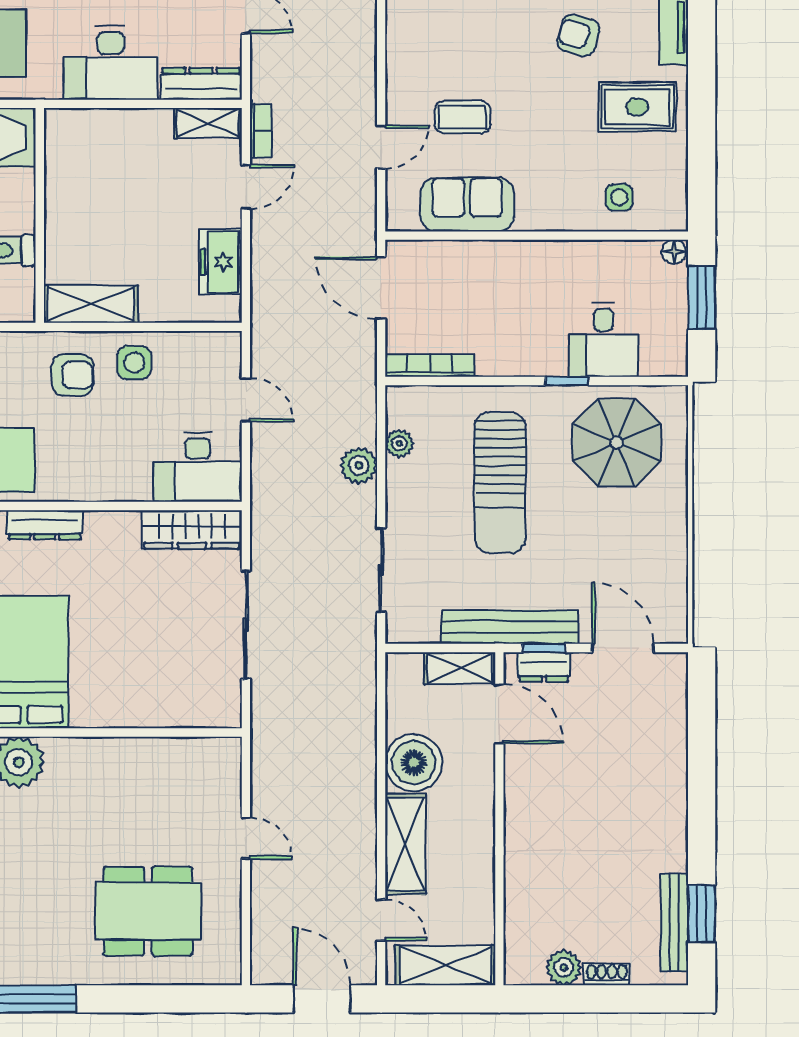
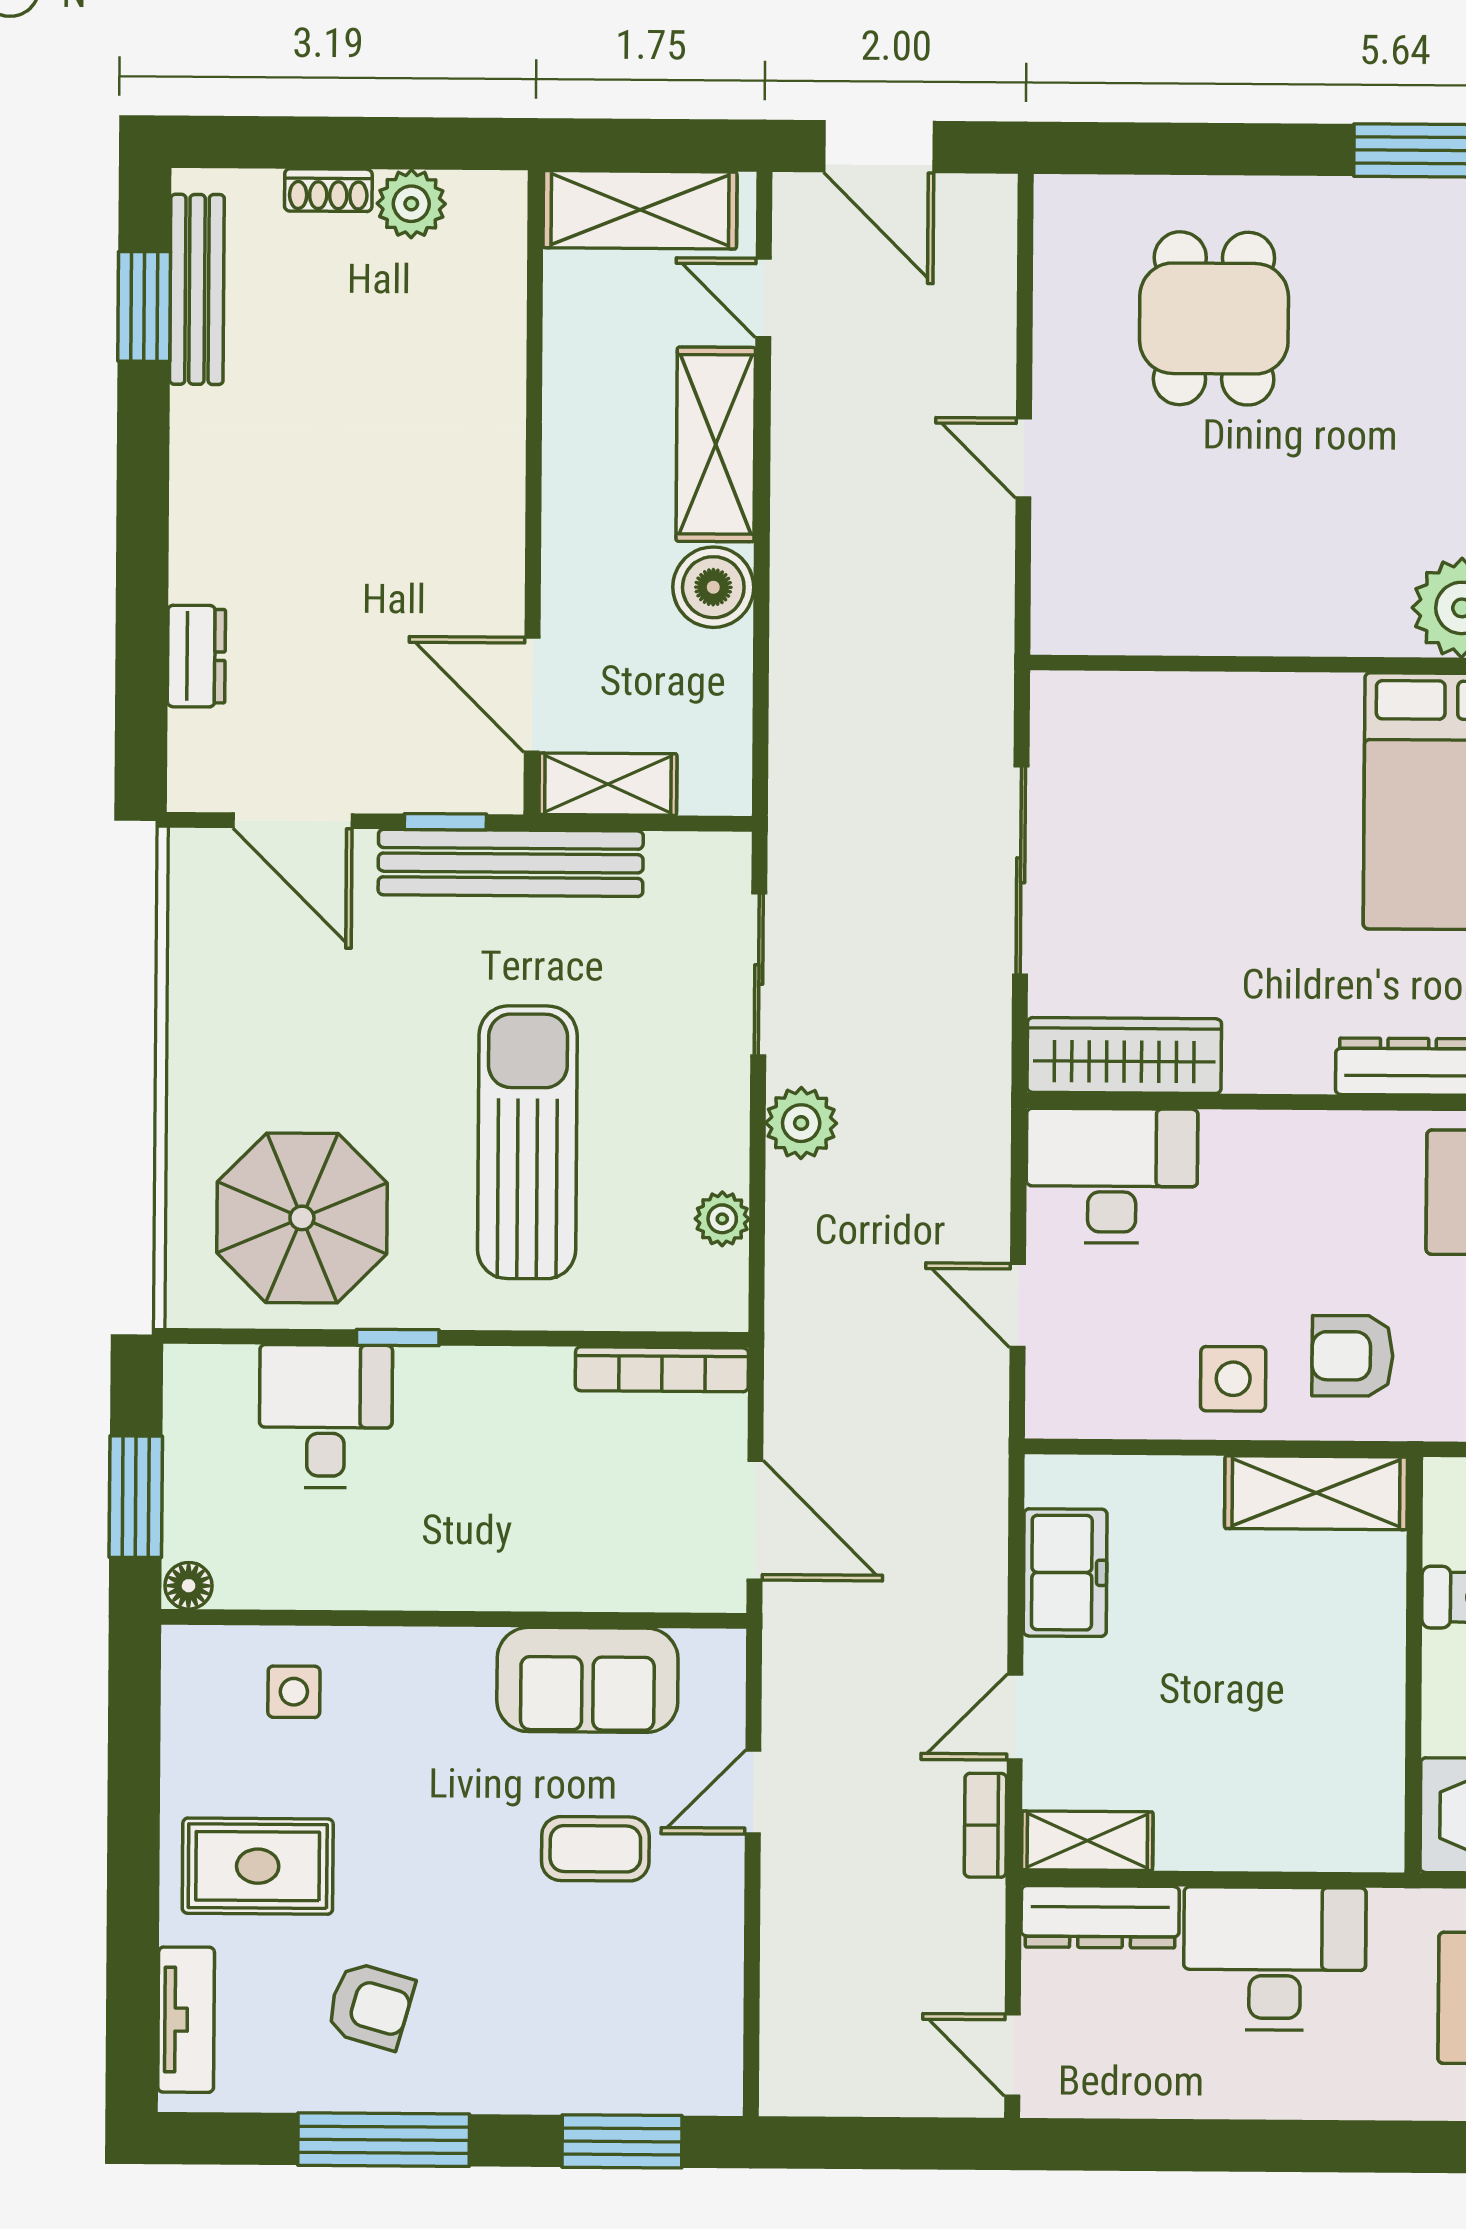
plant: (359, 465) -> (801, 1123), moved
dresser: (544, 667) -> (196, 656), moved, turned 90
boiler: (414, 763) -> (713, 587), width x0.73, depth x0.73
dining table: (148, 911) -> (1214, 318), width x0.73

